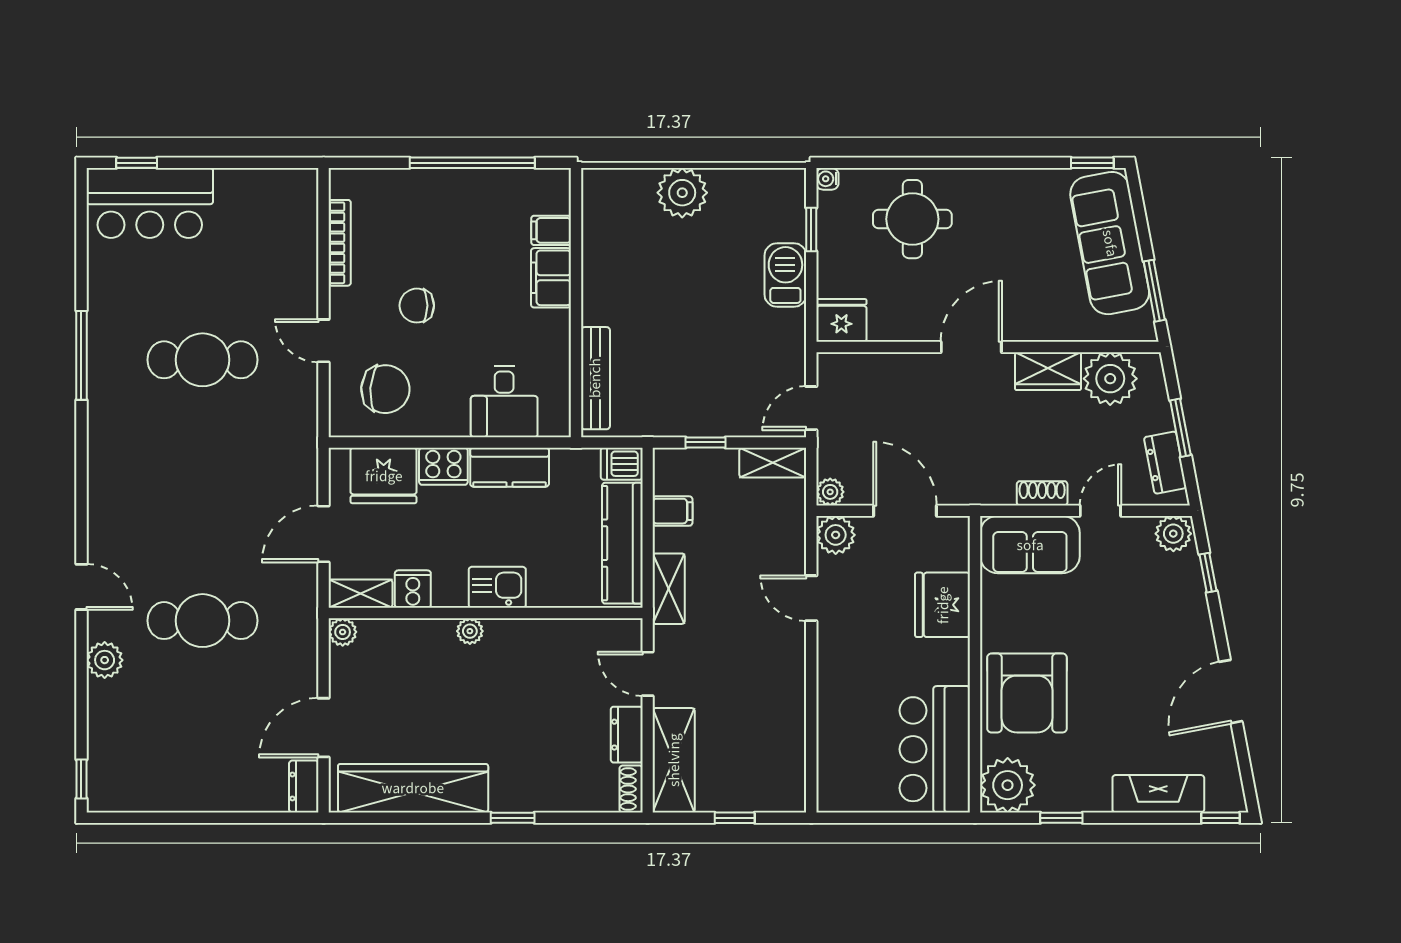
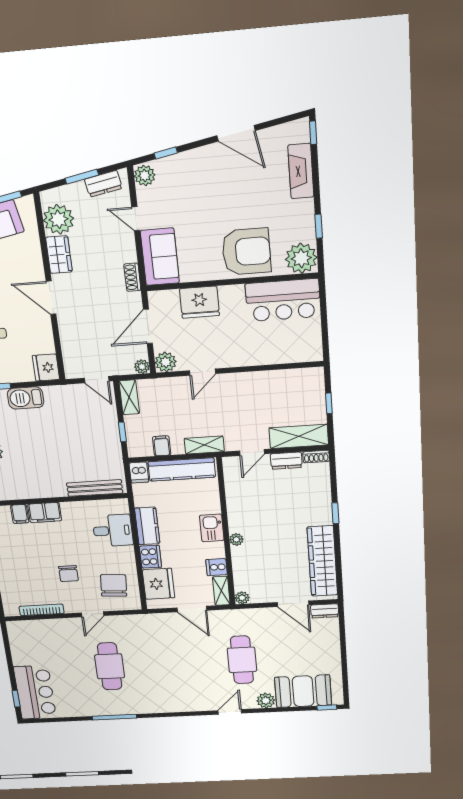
shoe rack: (1042, 493) -> (132, 277), moved
booth: (123, 735) -> (303, 691), added

